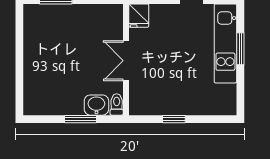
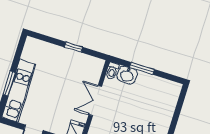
double door: (126, 61) -> (95, 101), swing flipped

